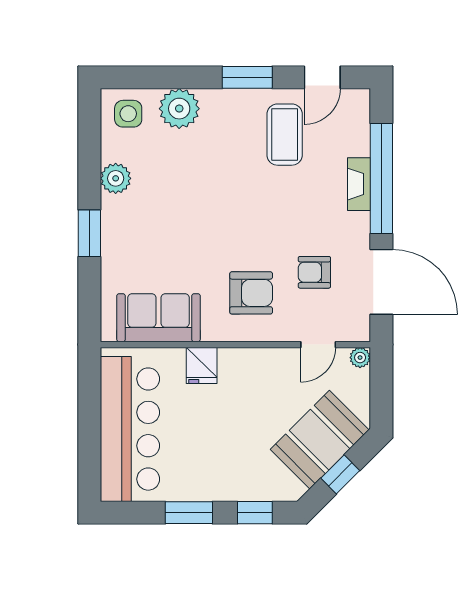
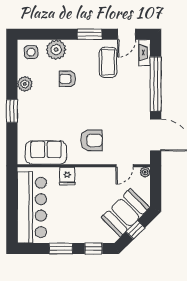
fireplace: (359, 184) -> (145, 53), moved
armchair: (314, 272) -> (68, 79), moved

